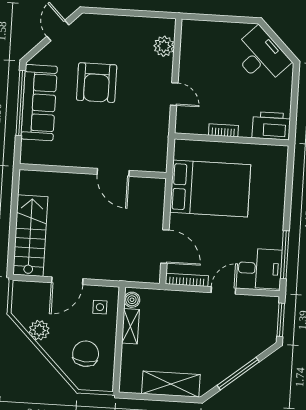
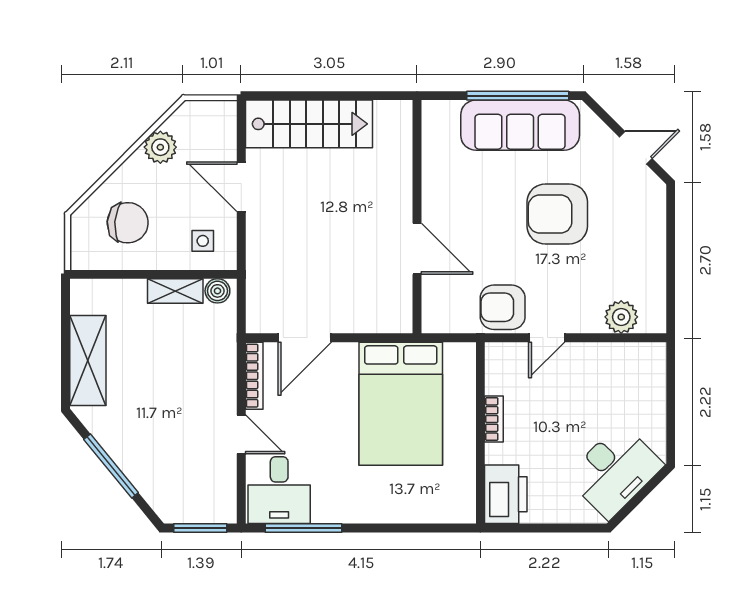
armchair: (153, 121) -> (503, 307), added
door: (113, 172) -> (417, 249), swing flipped

